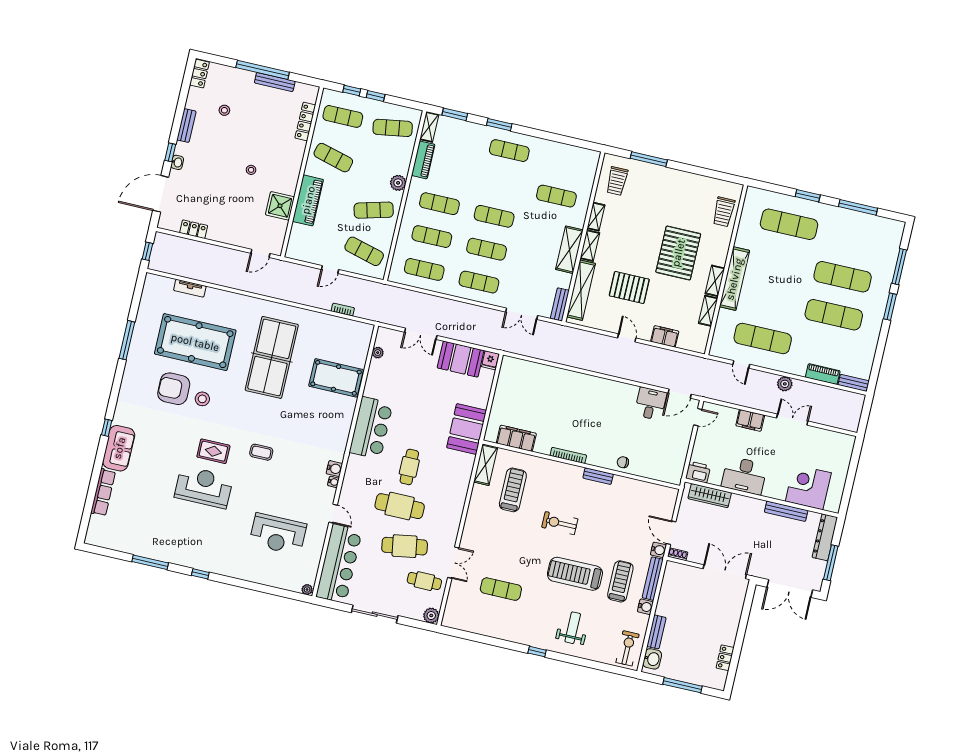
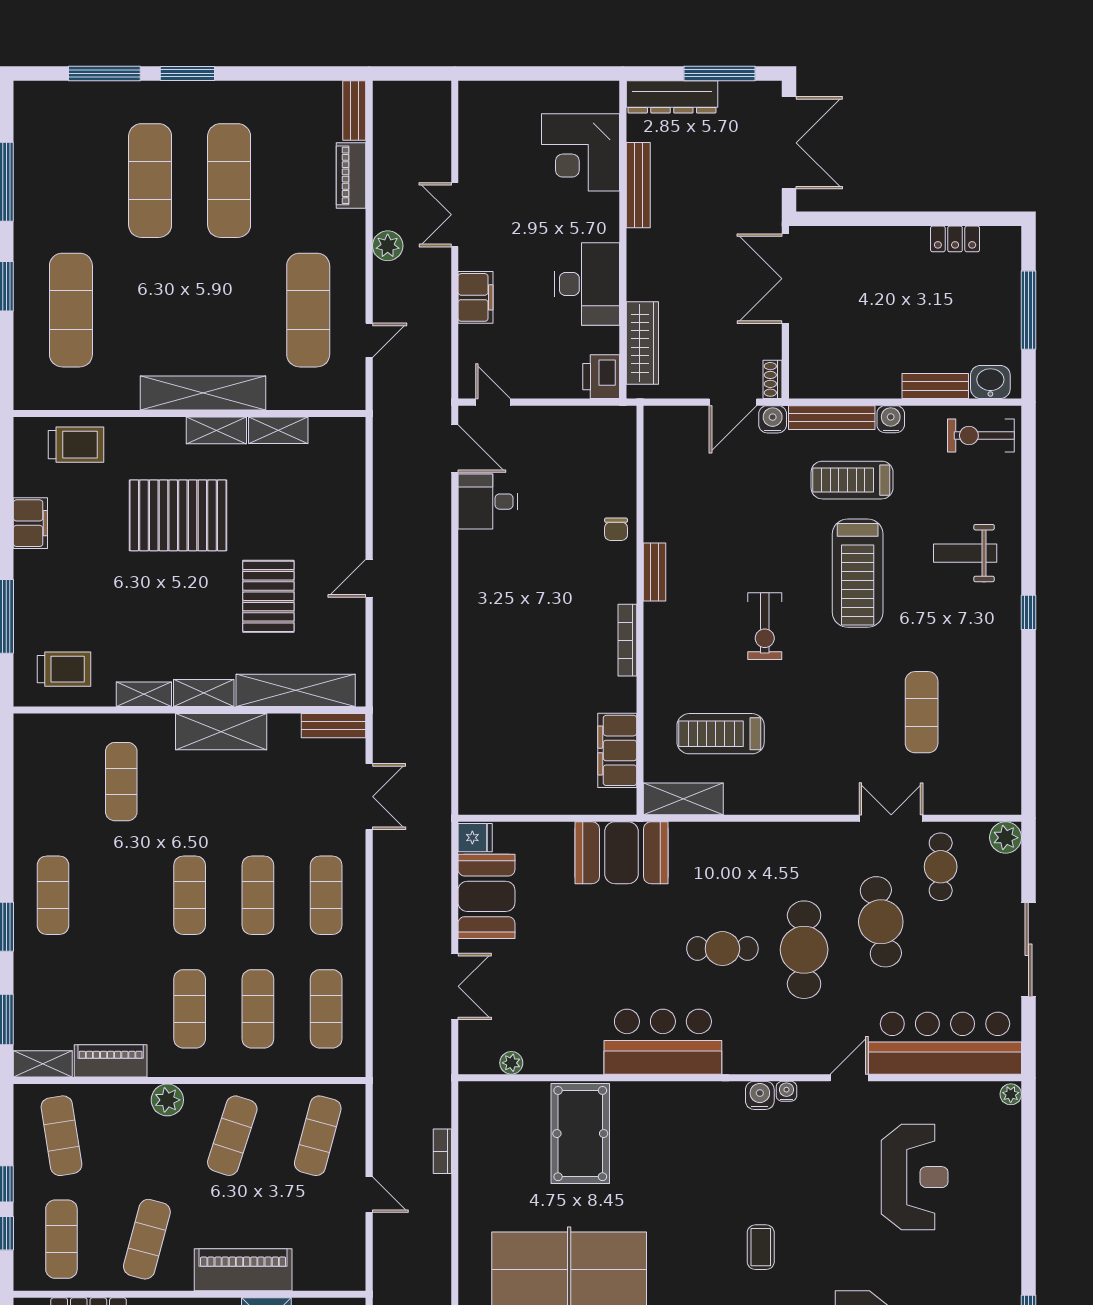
exercise mat: (374, 210) -> (232, 1136), turned 33
filing cabinet: (665, 336) -> (30, 523), moved, turned 180

